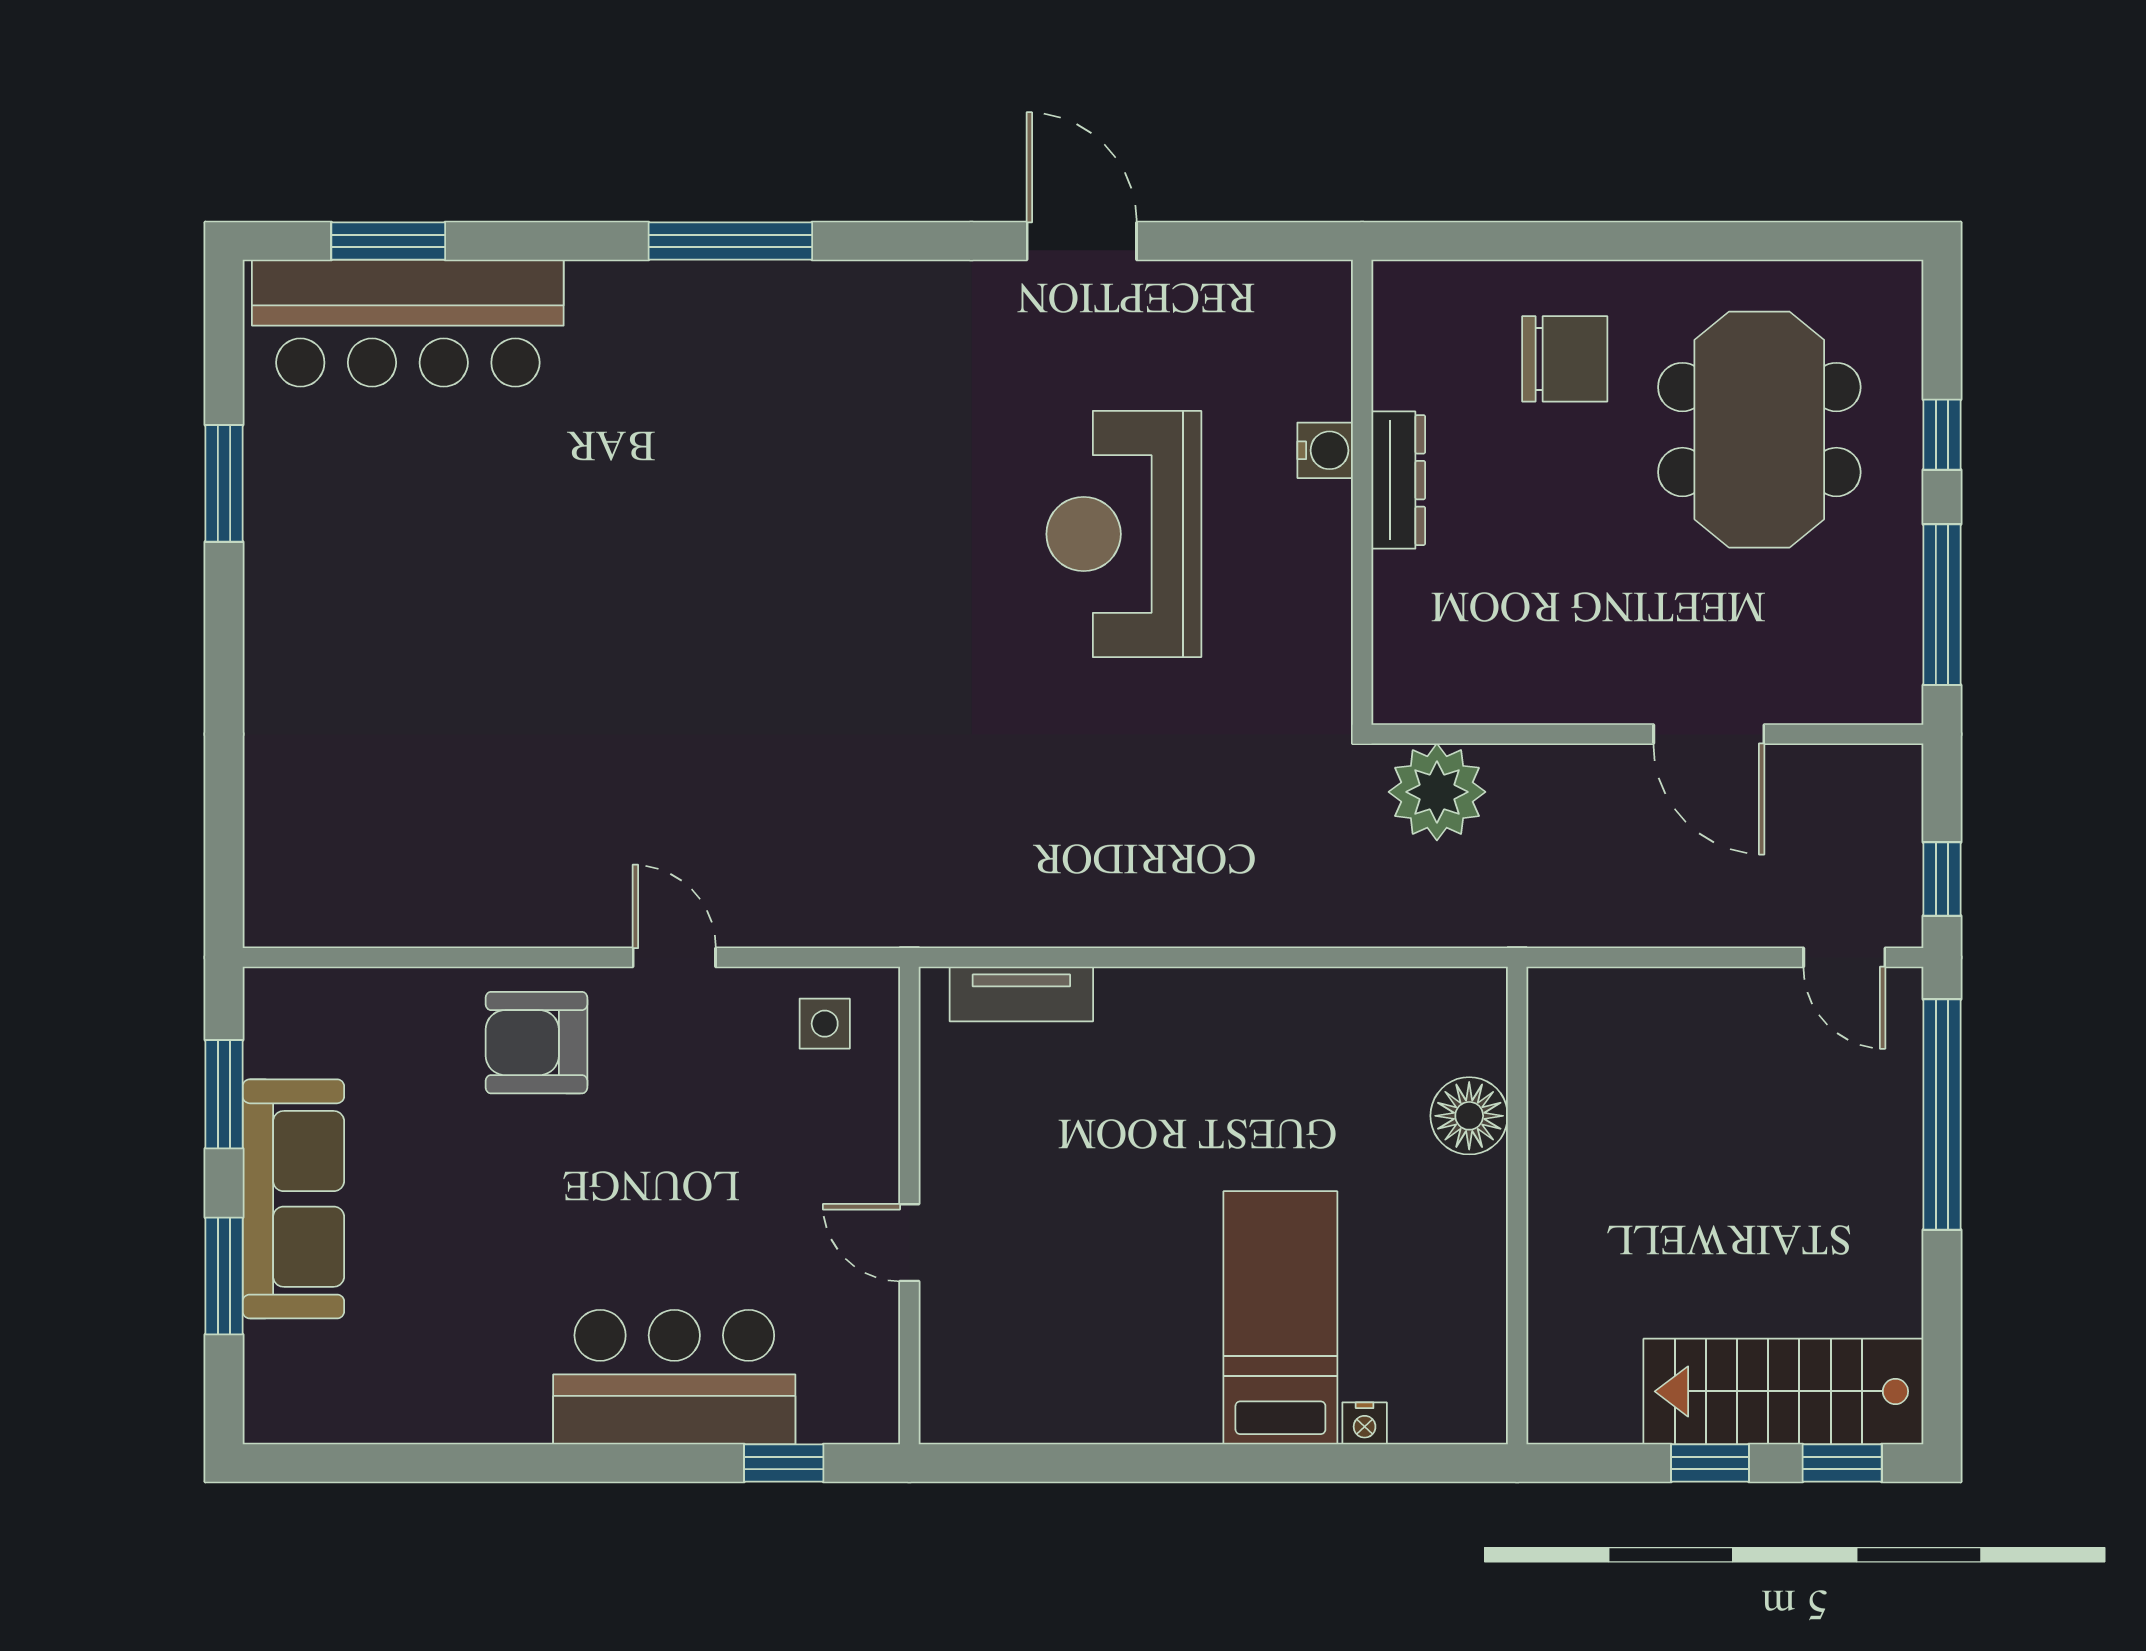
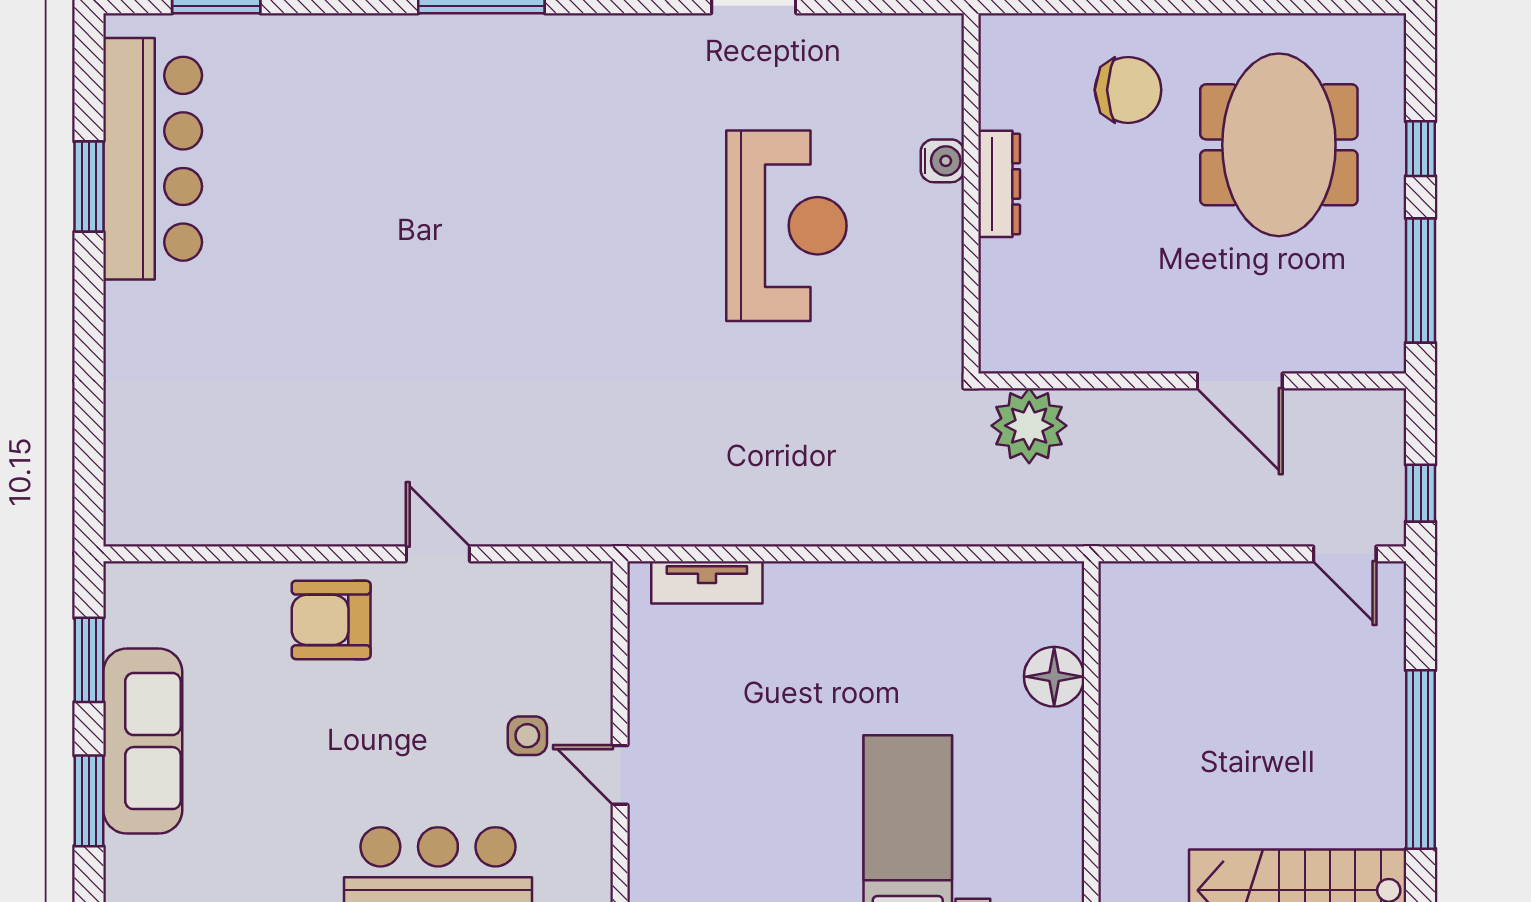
bar counter: (408, 323) -> (153, 159), moved, turned -90
reception desk: (1124, 534) -> (786, 226), turned 180
side table: (825, 1024) -> (527, 736), moved
window: (1942, 1115) -> (1421, 759), moved

